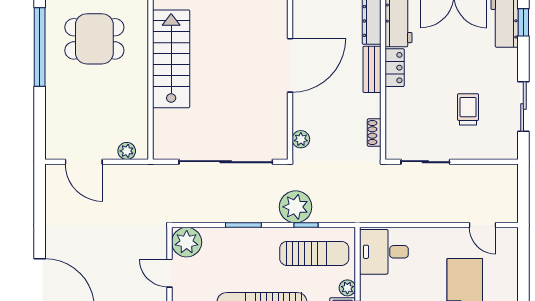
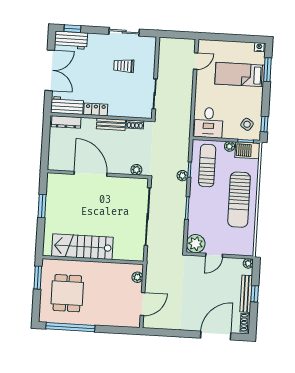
bench: (372, 69) -> (111, 124), moved
plant: (296, 207) -> (182, 176), width x0.53, depth x0.53

